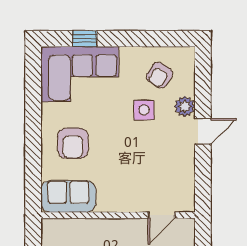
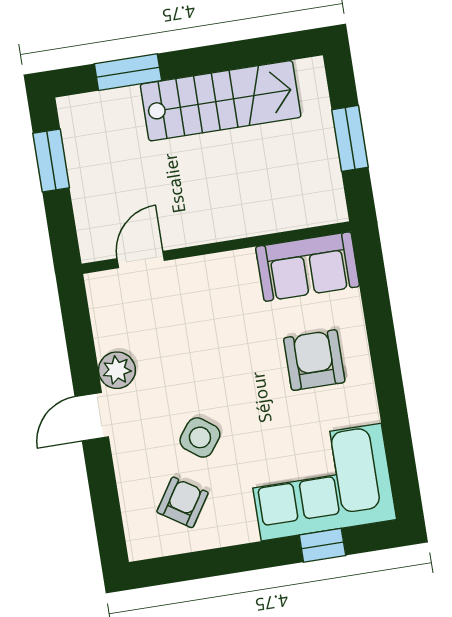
plant: (185, 106) -> (117, 370), moved
side table: (144, 110) -> (200, 437), turned 37

